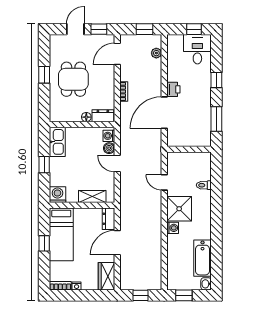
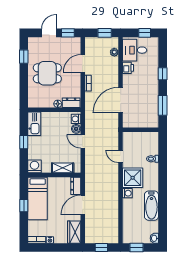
desk: (197, 49) -> (135, 50), moved, turned -90
door: (117, 54) -> (83, 63), moved
window: (44, 75) -> (24, 57), moved
dining table: (73, 79) -> (47, 73), turned 90
printer: (173, 89) -> (128, 68), moved
bathtub: (203, 258) -> (151, 206), moved

